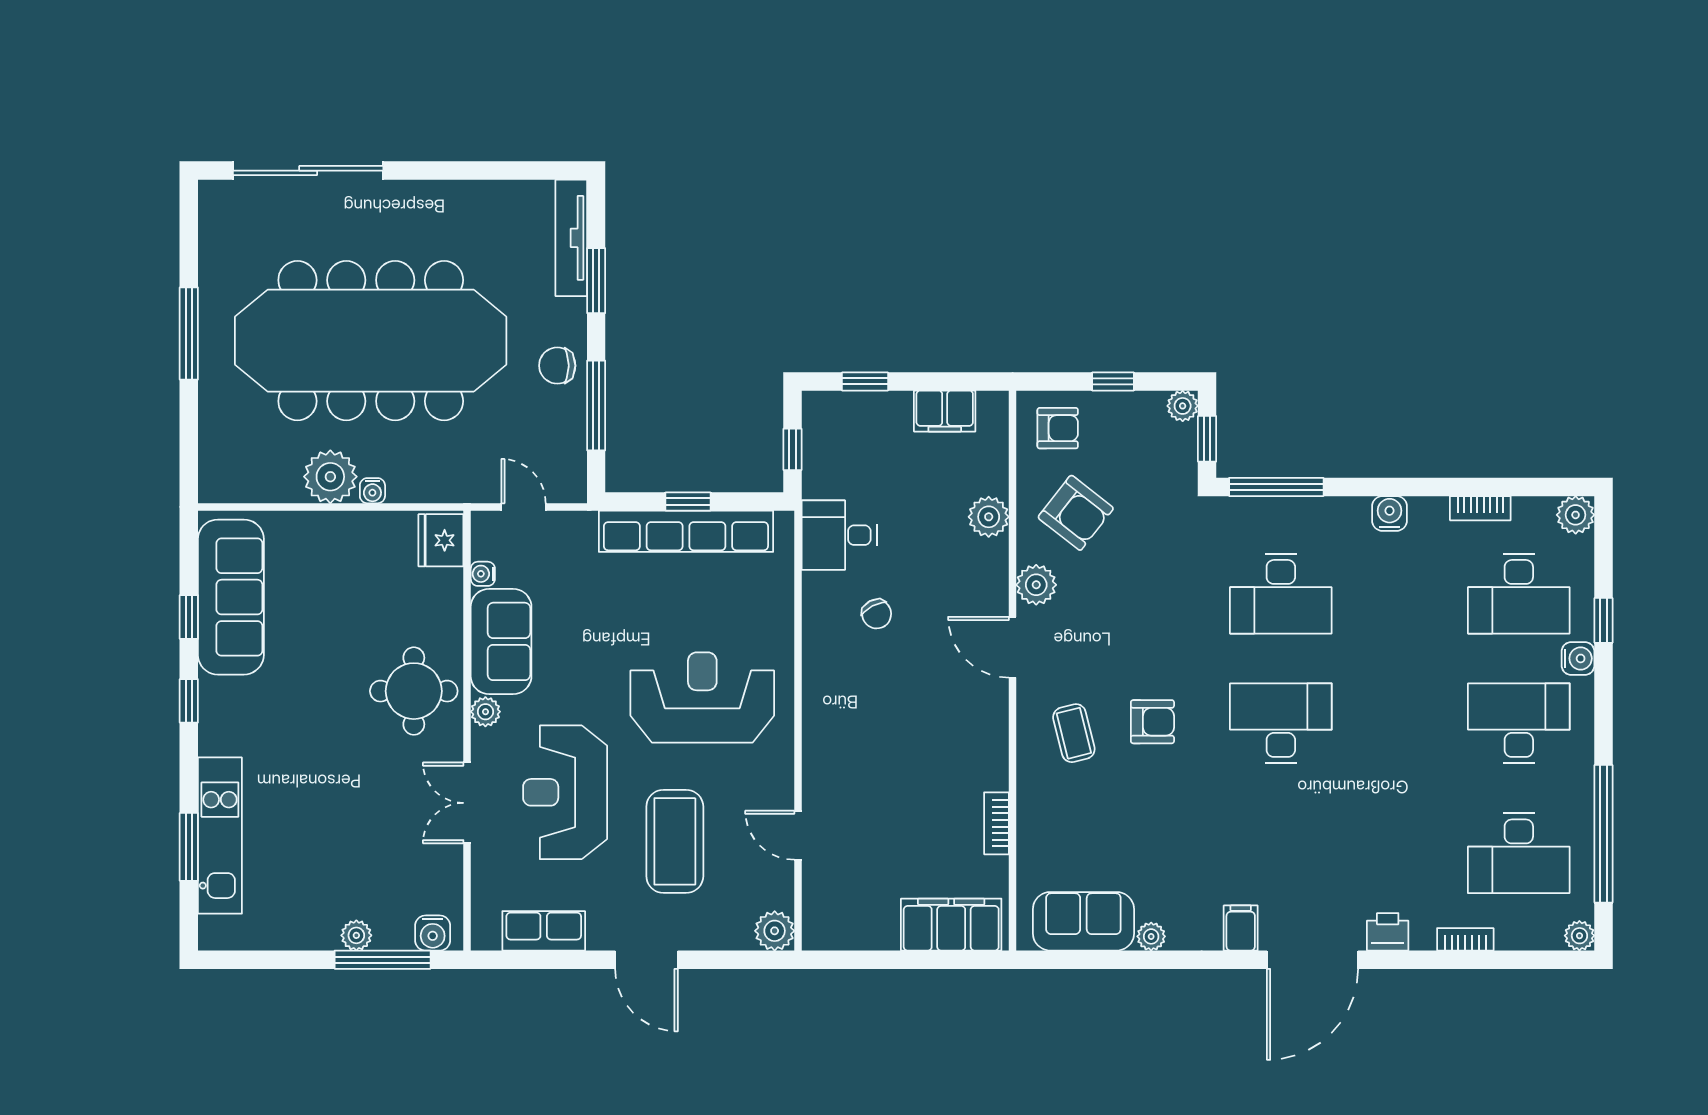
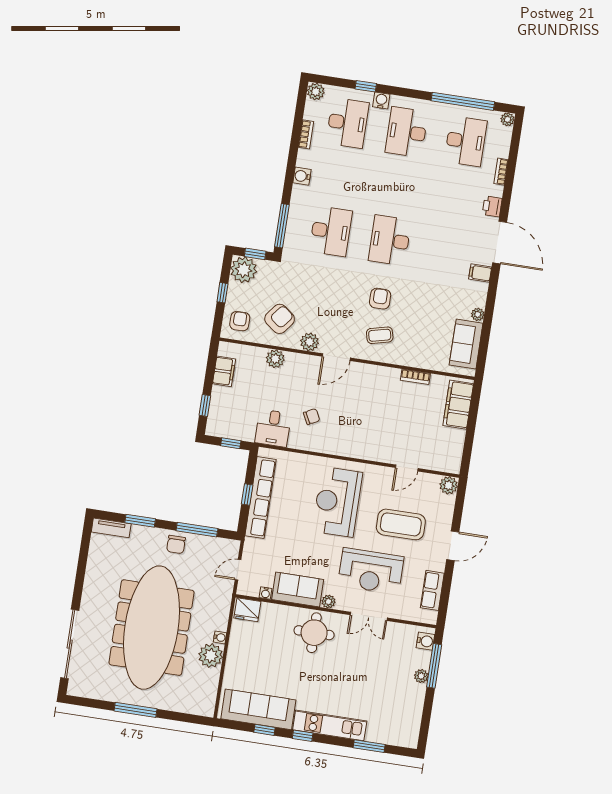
tv unit: (571, 238) -> (111, 528), width x0.71
plant: (1183, 406) -> (244, 270), width x1.88, depth x1.88
kitchen unit: (220, 836) -> (330, 725), moved

